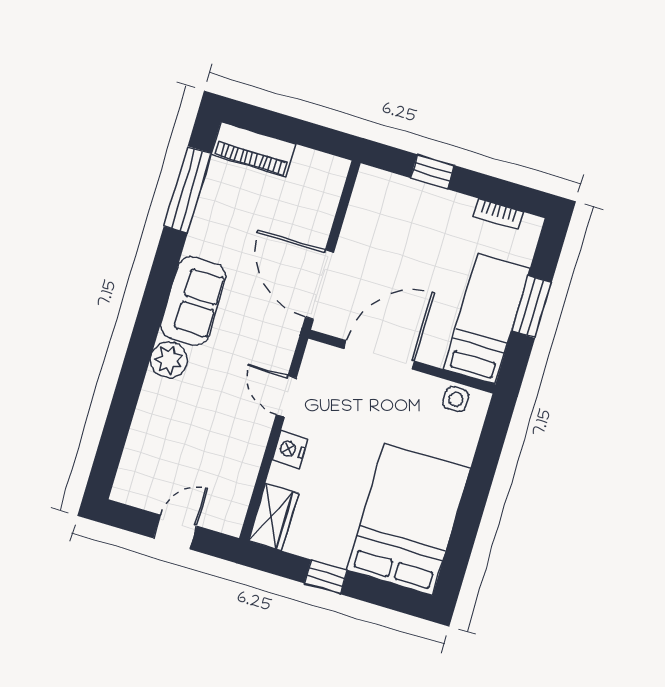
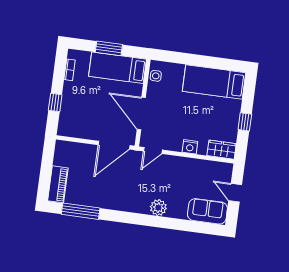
sofa: (193, 301) -> (207, 211), moved
door: (286, 396) -> (153, 150), moved
bed: (408, 519) -> (214, 82), width x0.67

